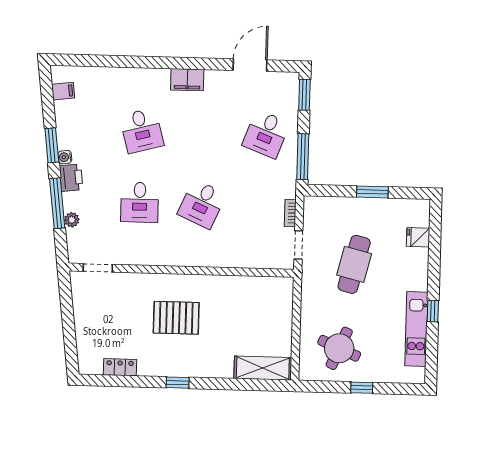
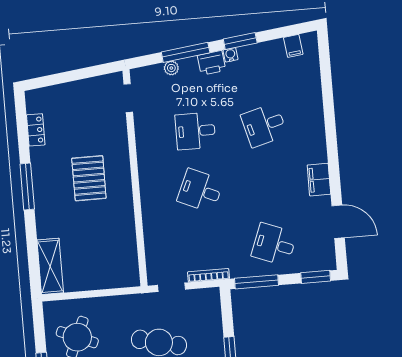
filing cabinet: (187, 80) -> (319, 180), moved
bookcase: (290, 213) -> (209, 275), width x1.56
window: (178, 383) -> (27, 186), width x2.17

